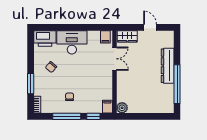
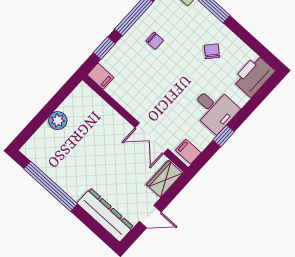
window: (84, 27) -> (224, 136), added
desk: (72, 42) -> (214, 109), width x0.73
dresser: (168, 66) -> (105, 215), moved
plant: (122, 108) -> (58, 121), moved

